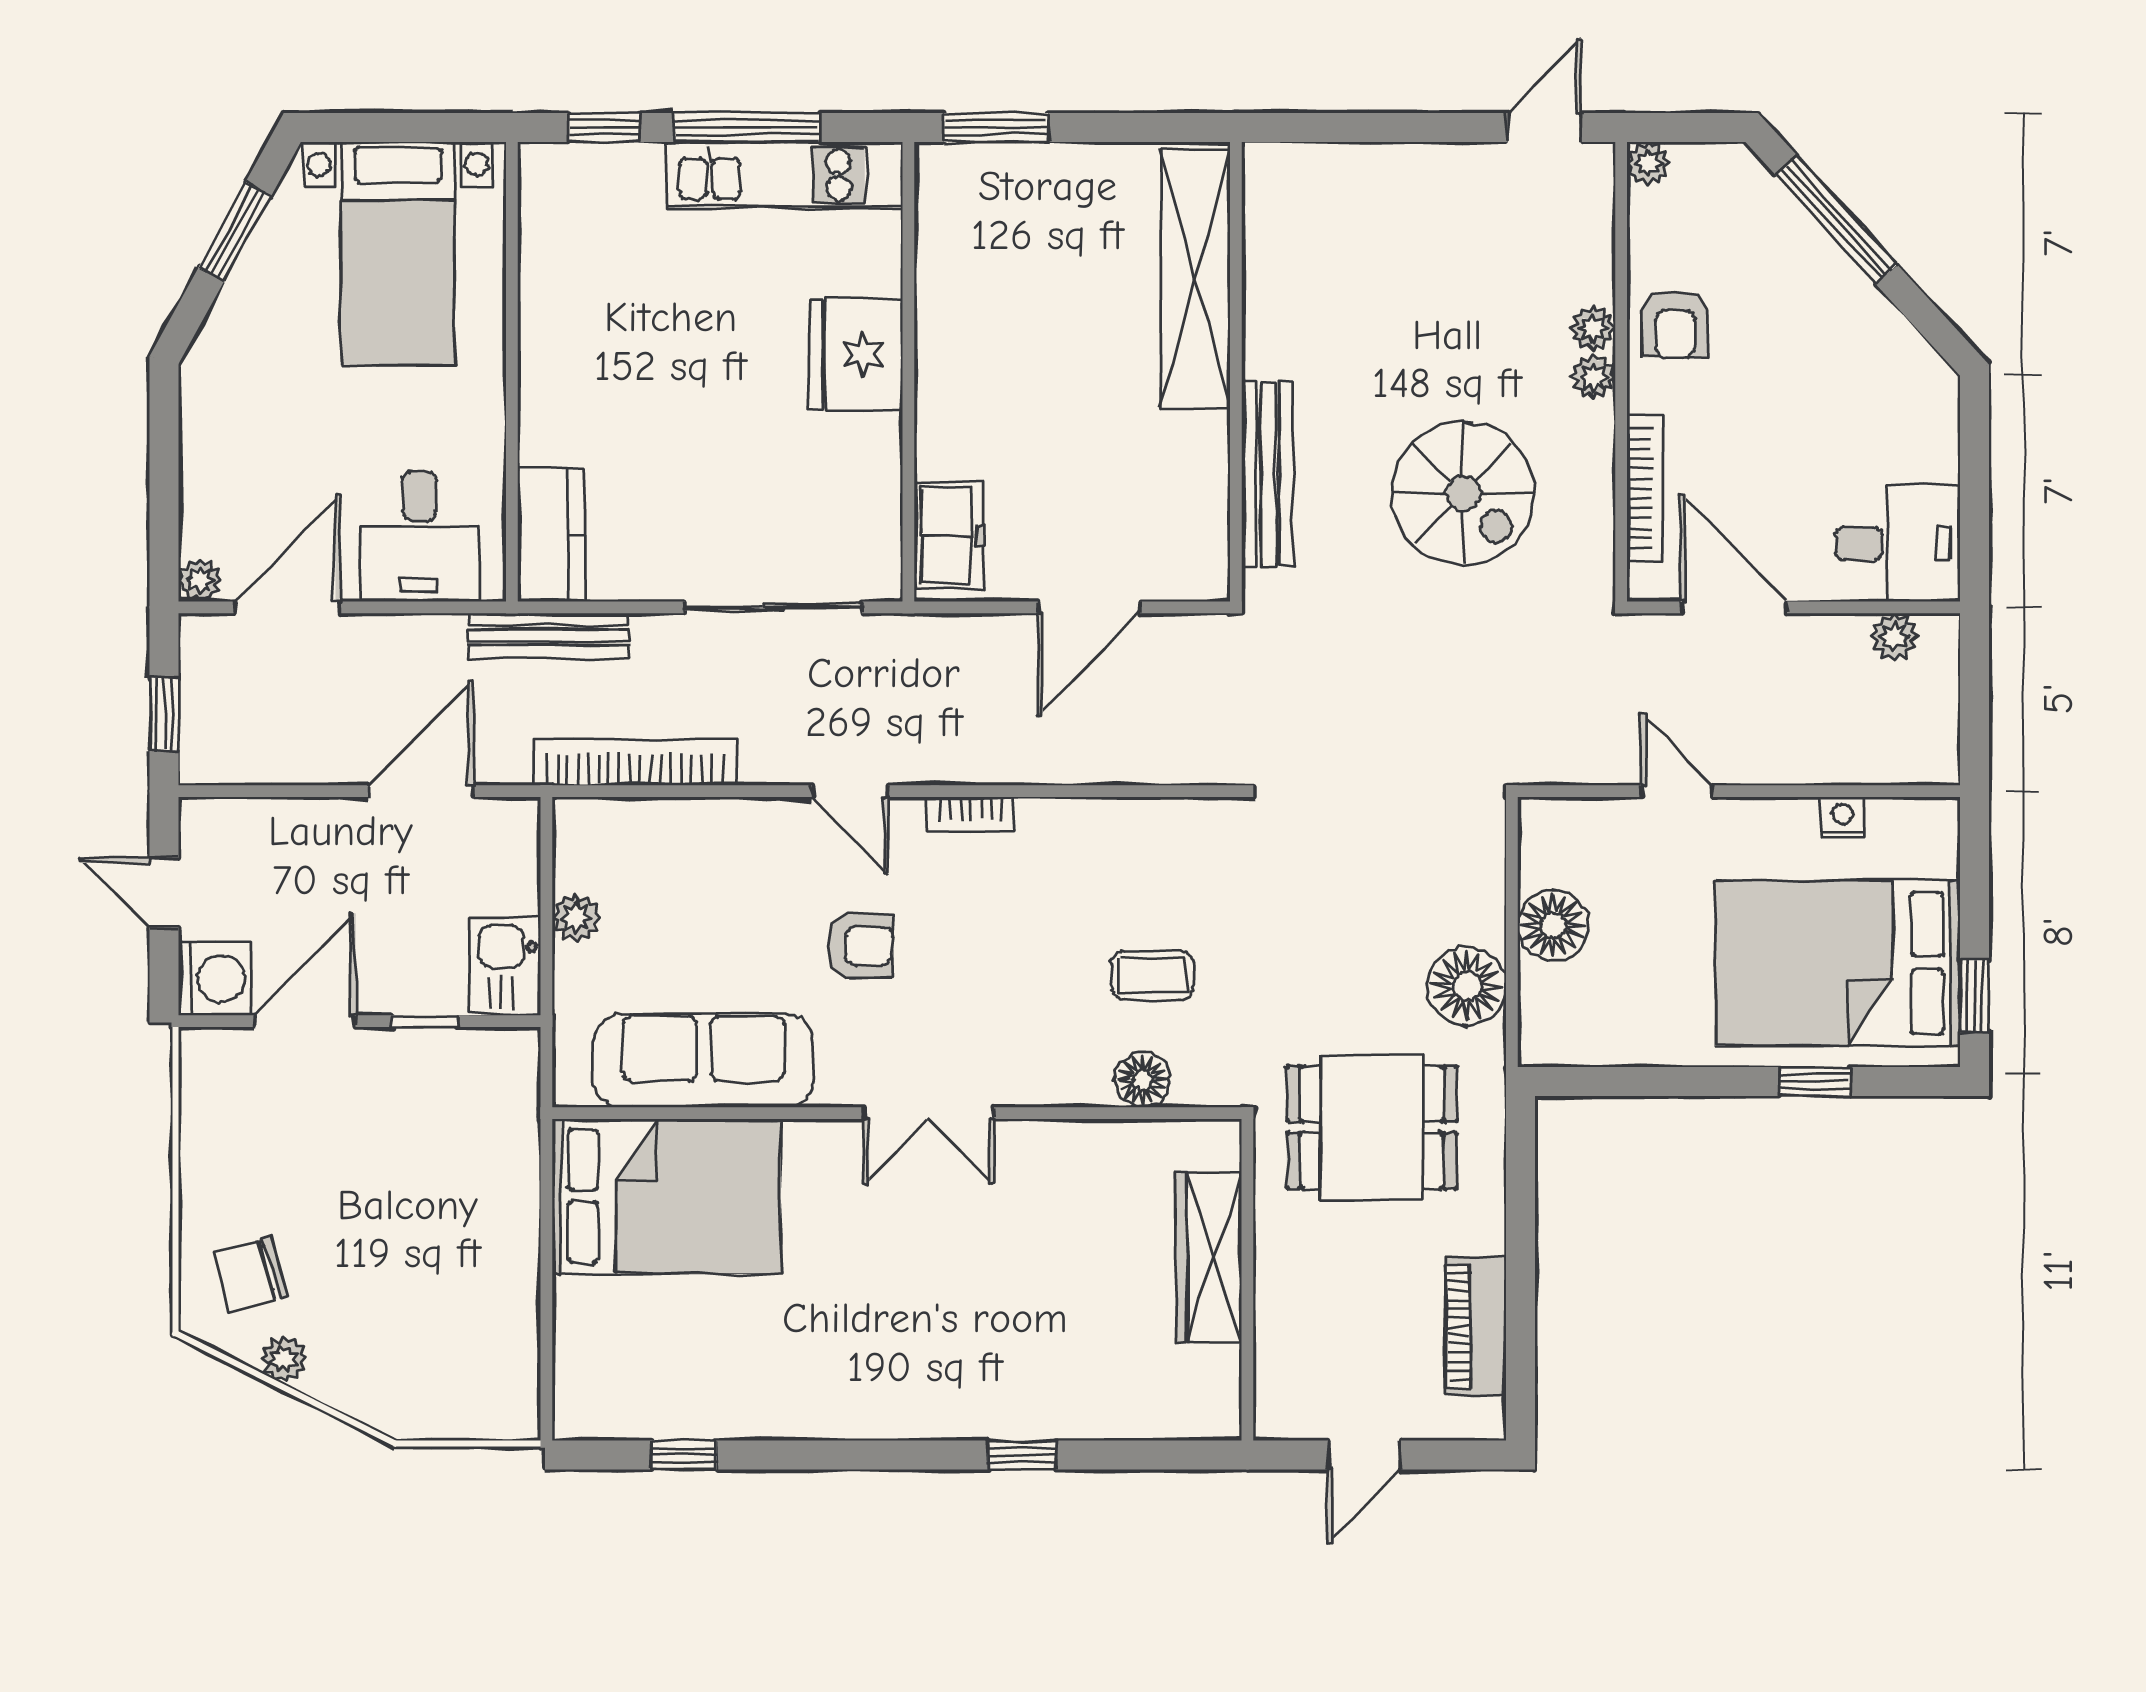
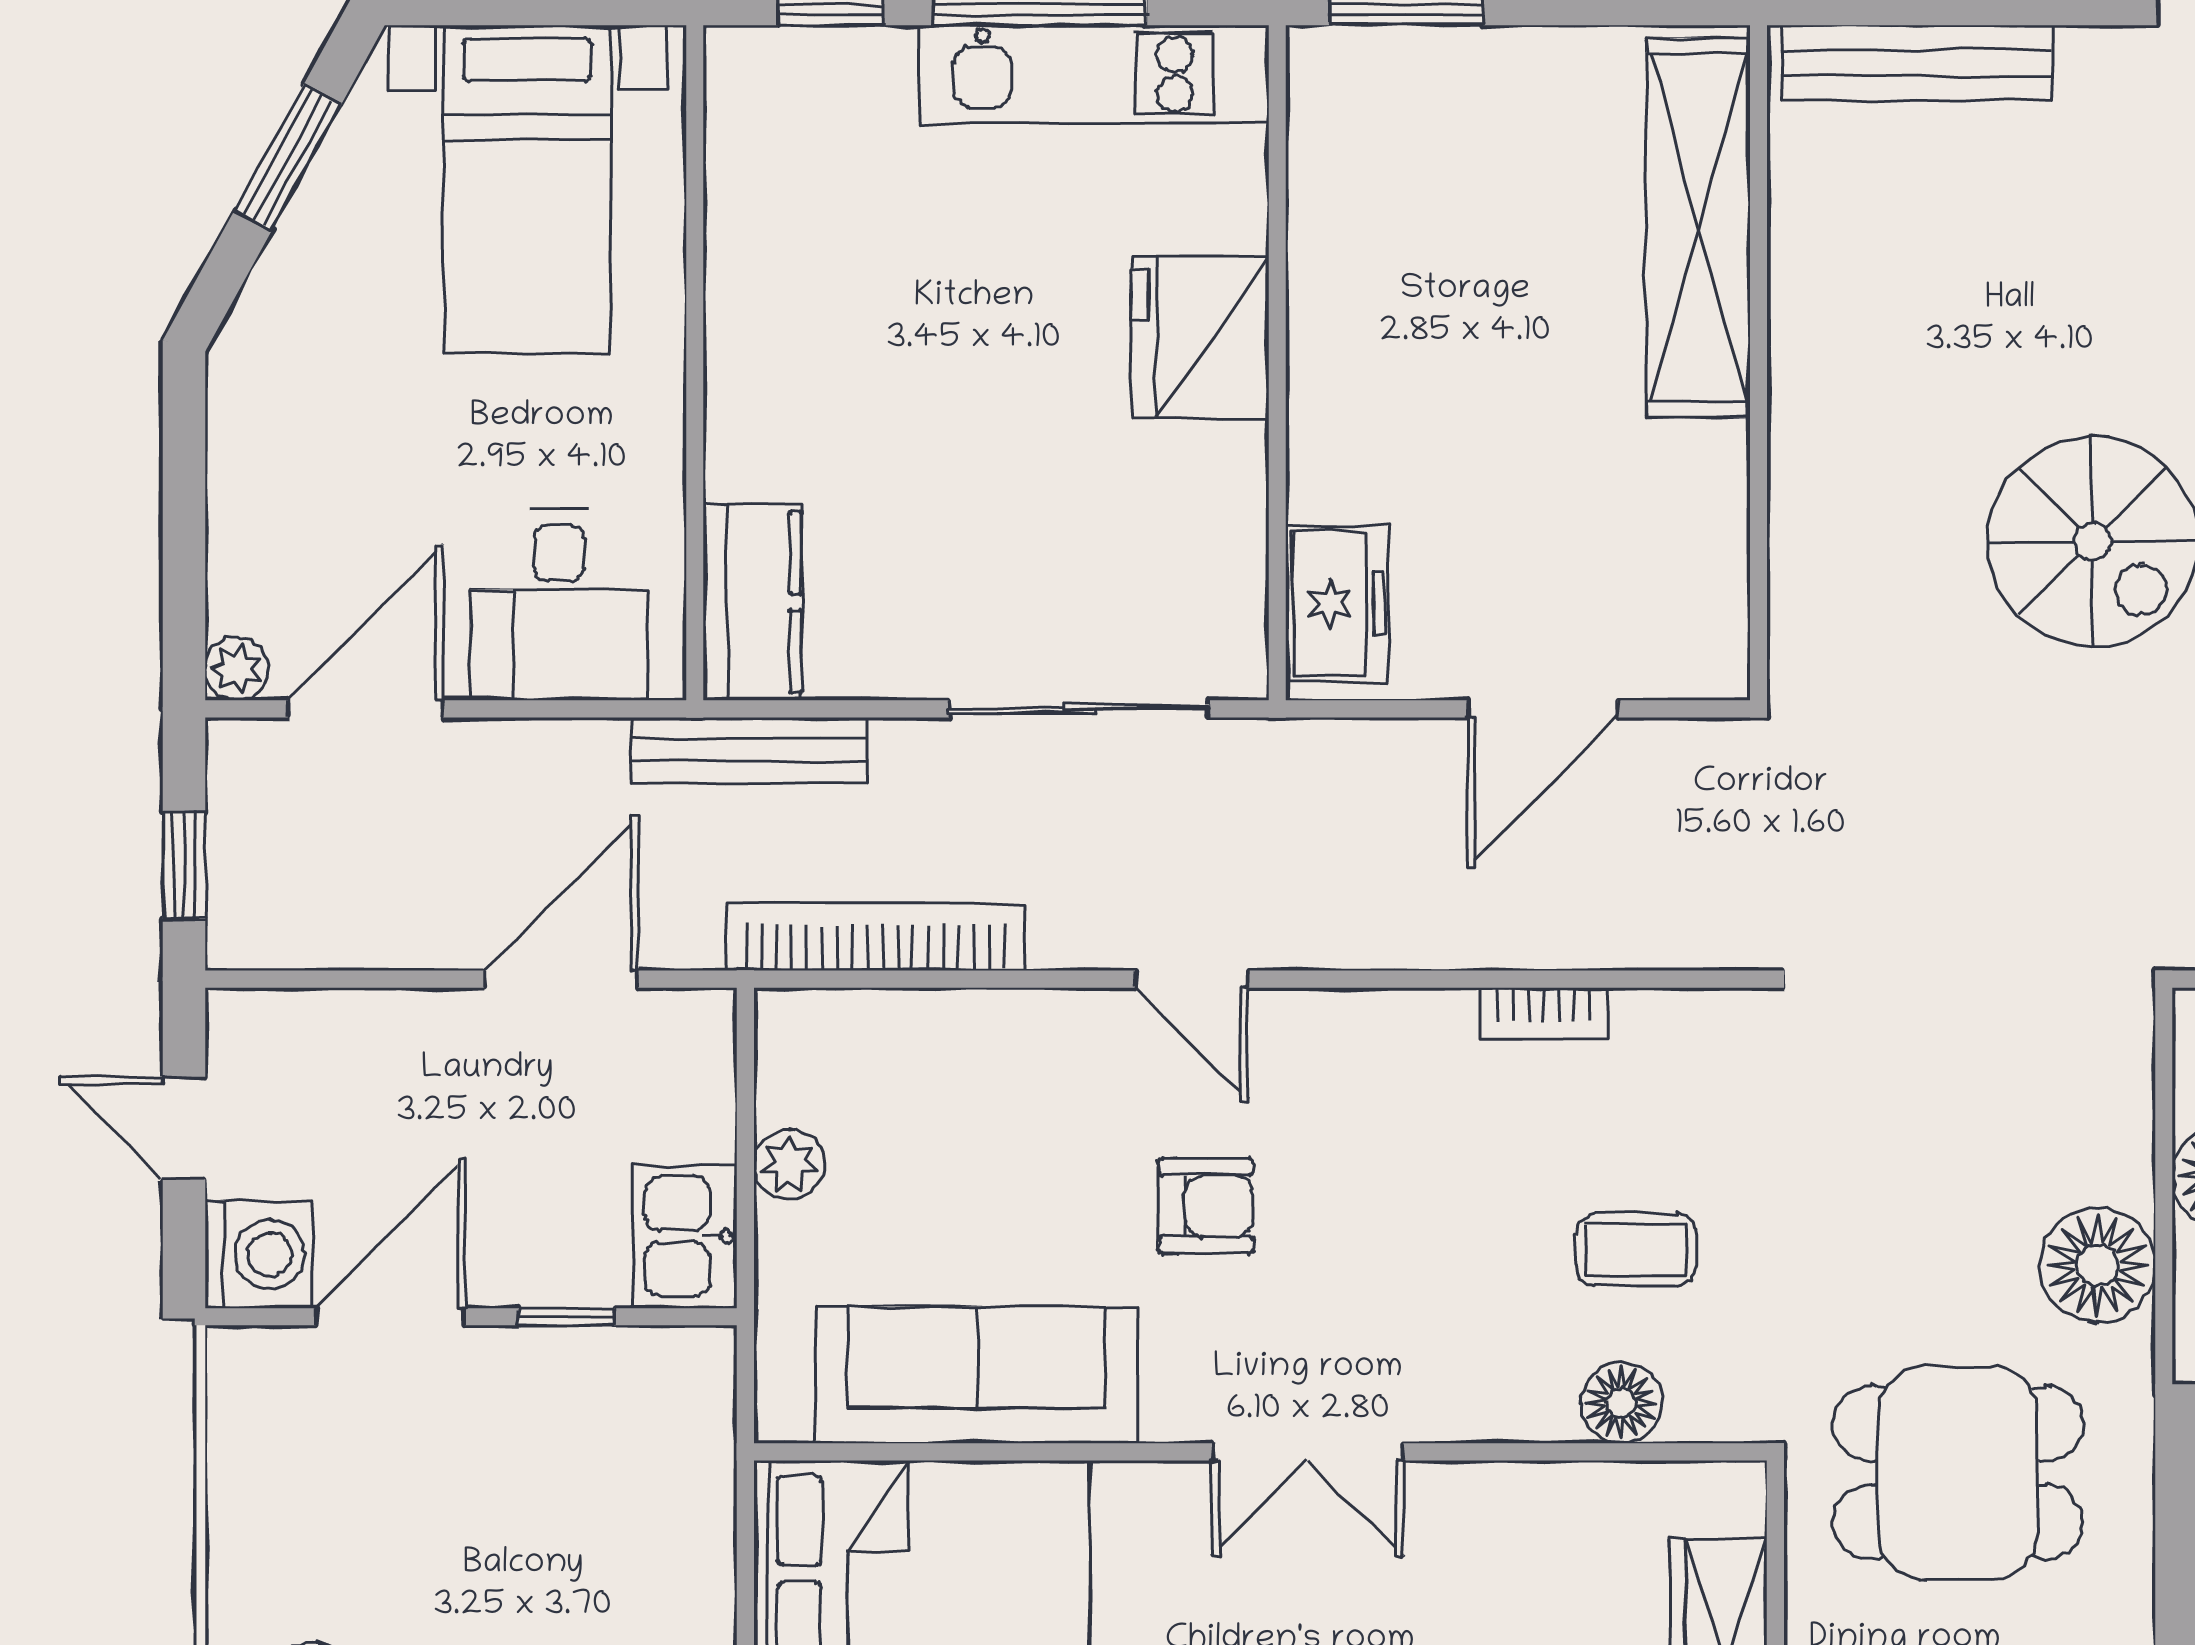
bench: (1268, 475) -> (1917, 63), moved, turned 90
bookcase: (971, 814) -> (1544, 1013), moved

